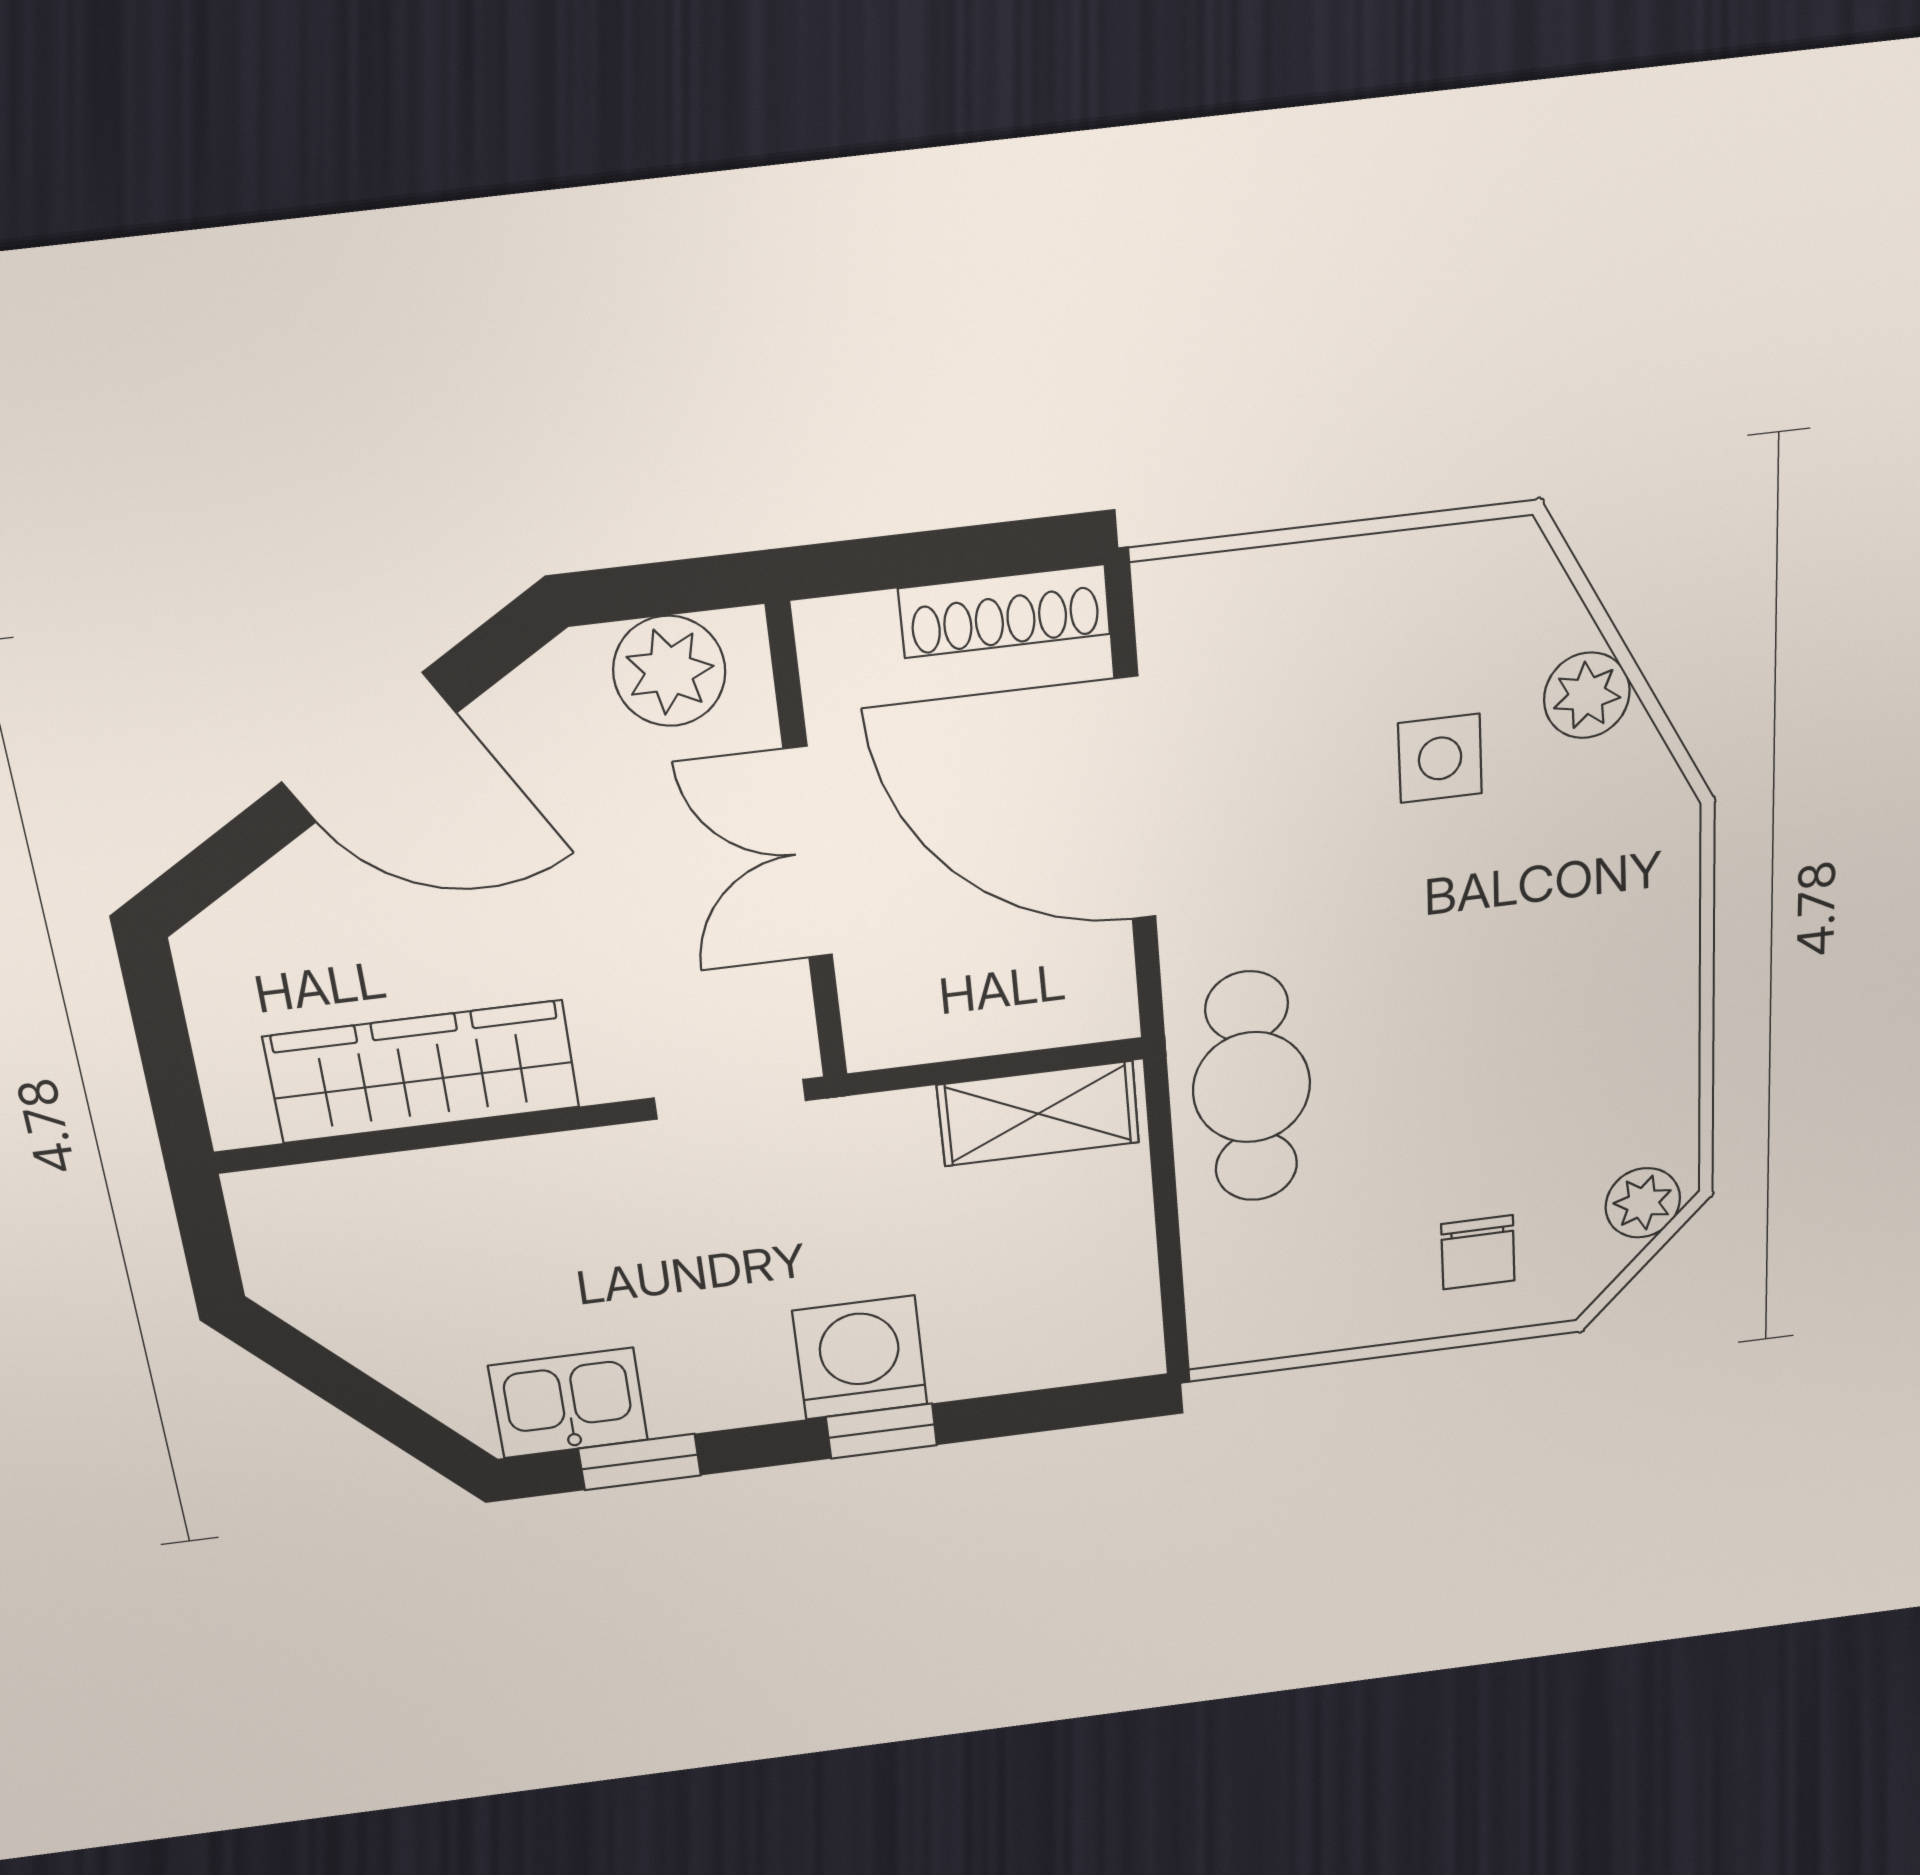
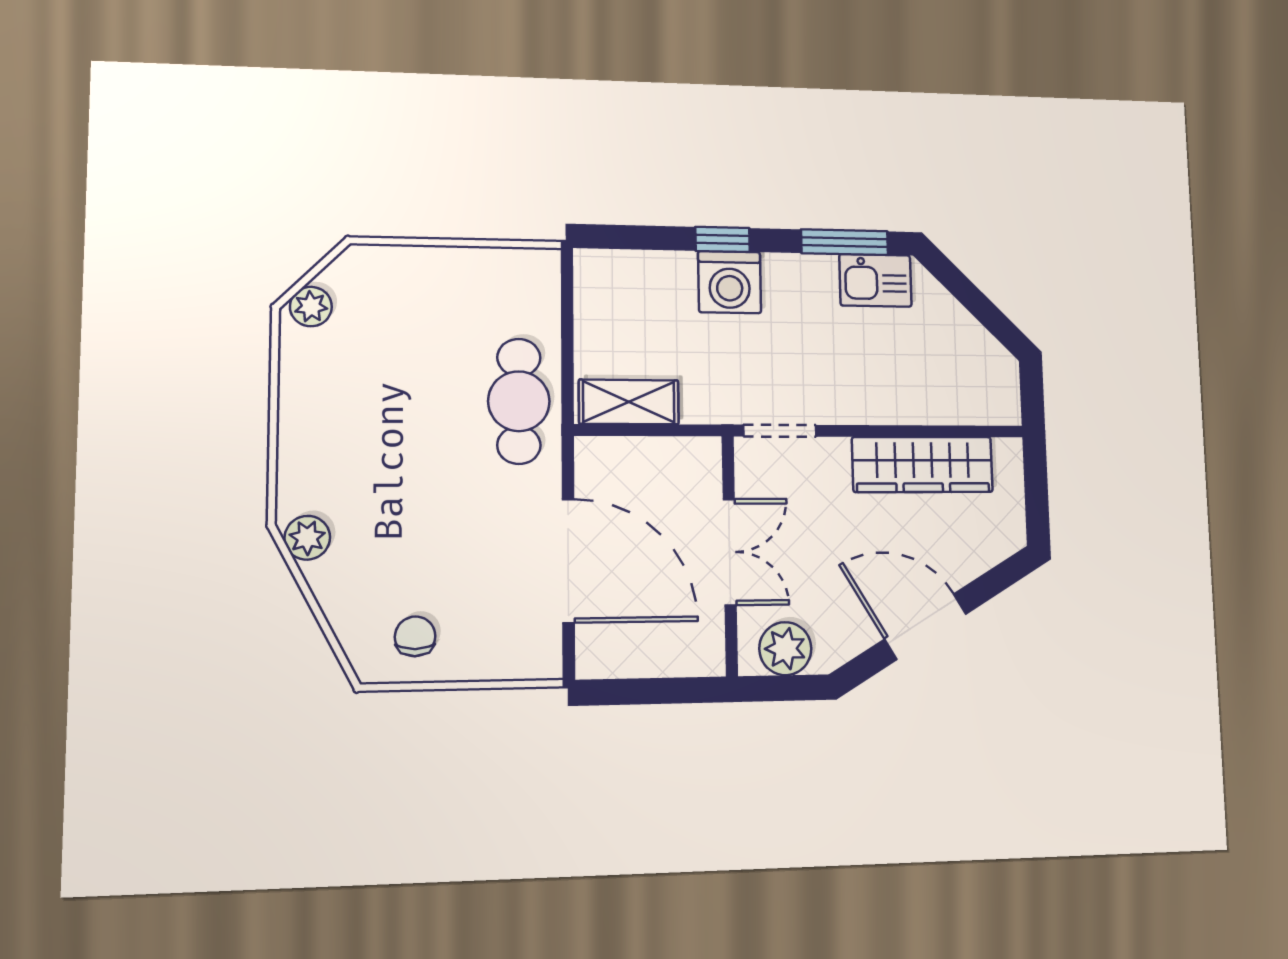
shoe rack: (1004, 611) -> (625, 661), removed
plant: (1587, 695) -> (307, 538), moved
side table: (1440, 758) -> (412, 564), removed
chair: (1478, 1252) -> (415, 636), moved
window: (640, 1462) -> (845, 242), width x1.50

